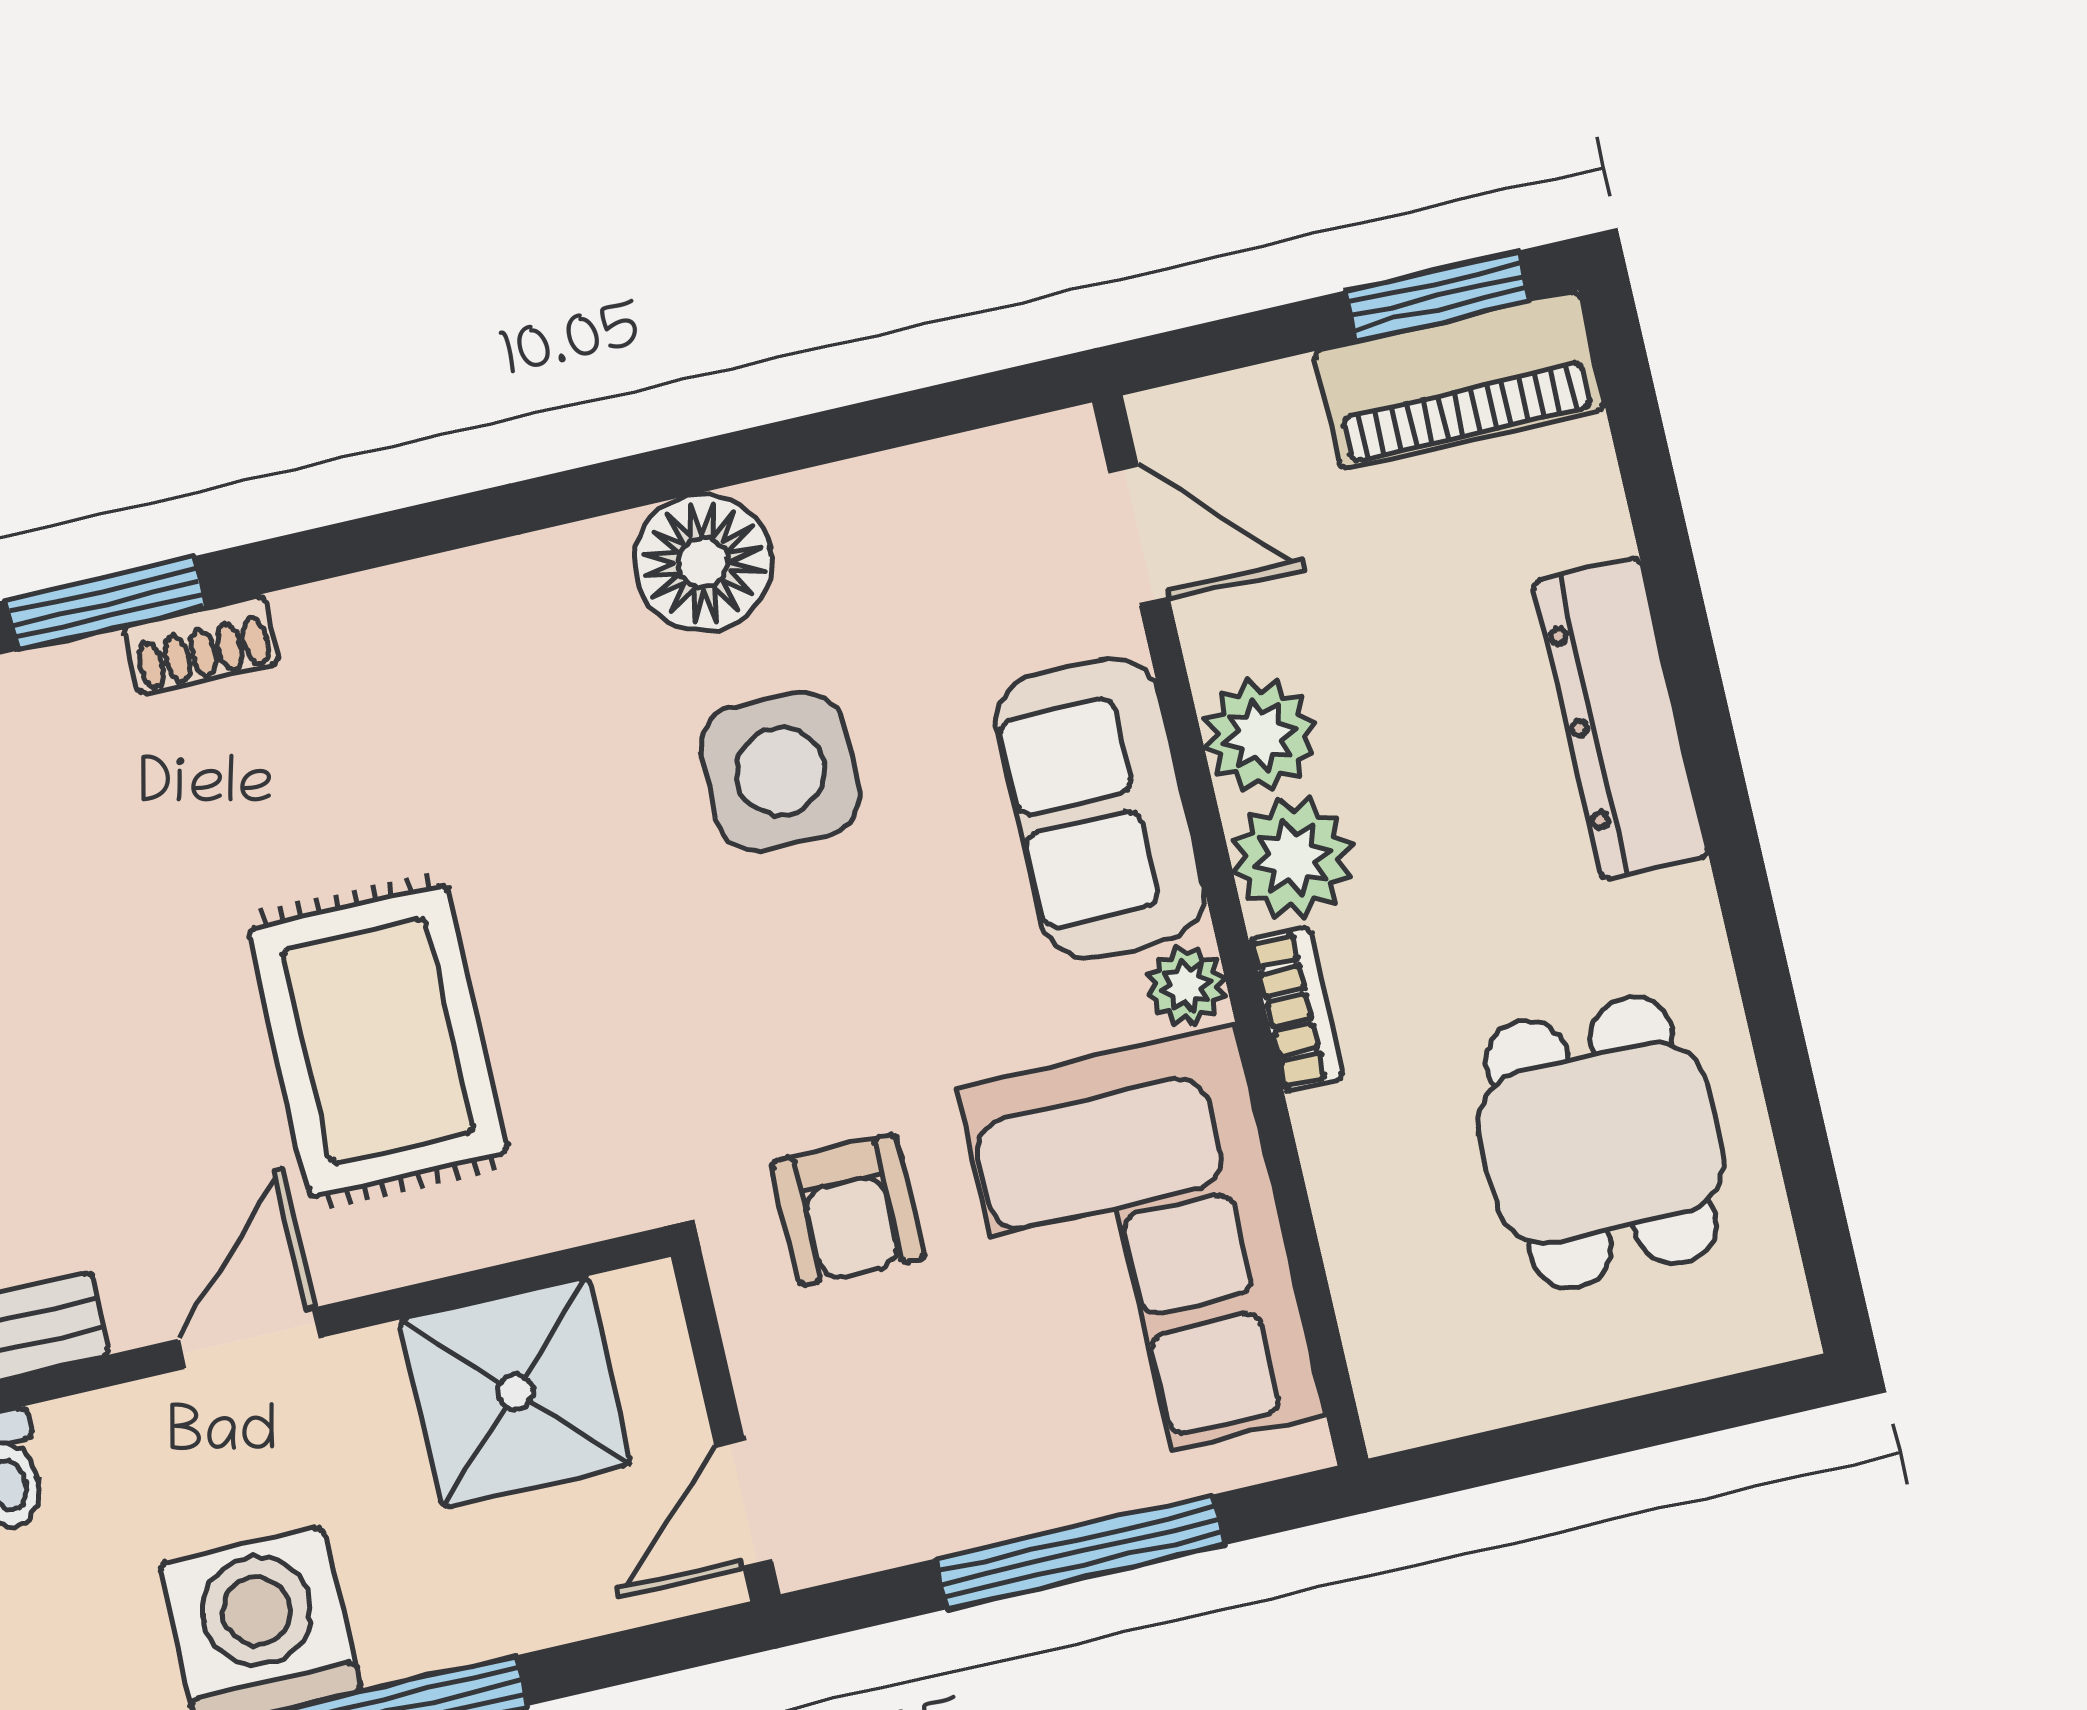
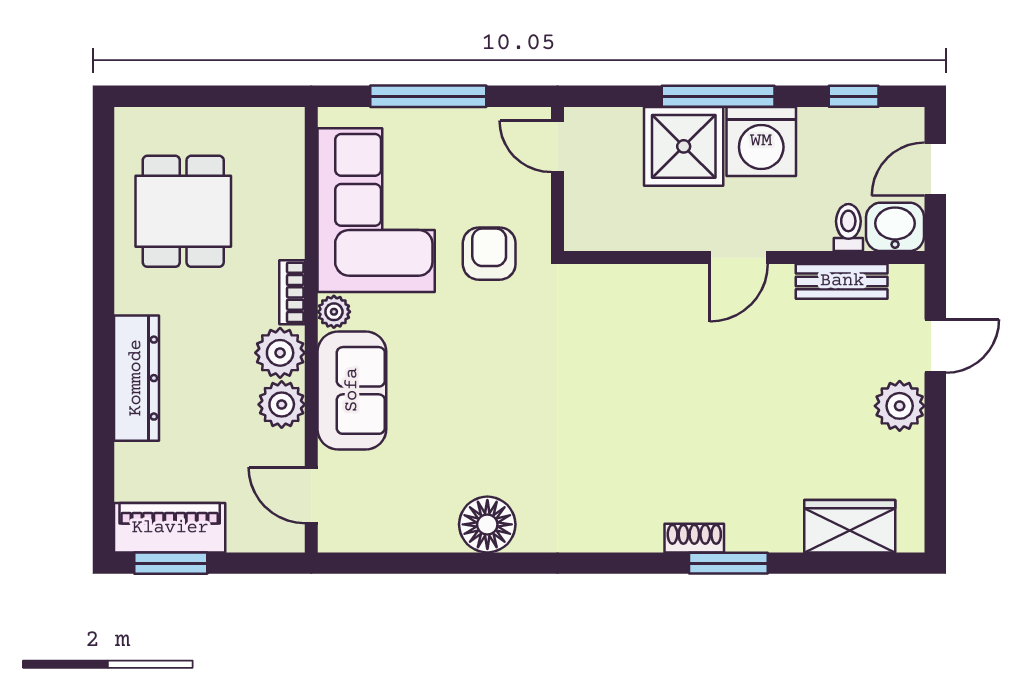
side table: (780, 771) -> (476, 434), removed
rug: (378, 1041) -> (660, 364), removed
shower: (515, 1392) -> (684, 146), moved
door: (744, 1504) -> (557, 146), swing flipped

